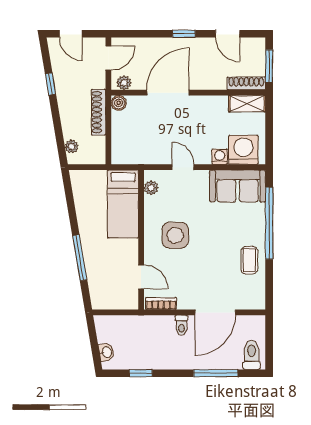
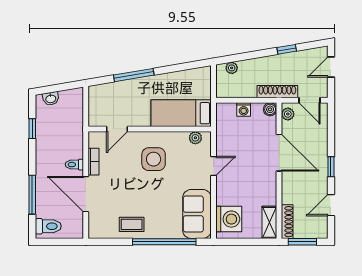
shoe rack: (99, 112) -> (277, 92), moved
washing machine: (220, 157) -> (244, 110), moved, turned 90
bookcase: (161, 303) -> (94, 162), moved

